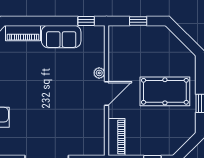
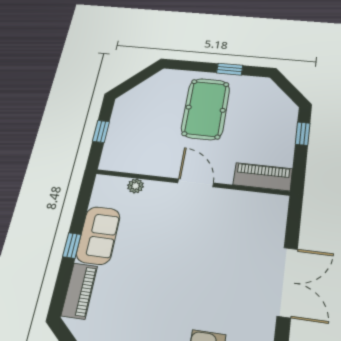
window: (86, 21) -> (72, 246), moved
plant: (99, 73) -> (135, 186), moved

